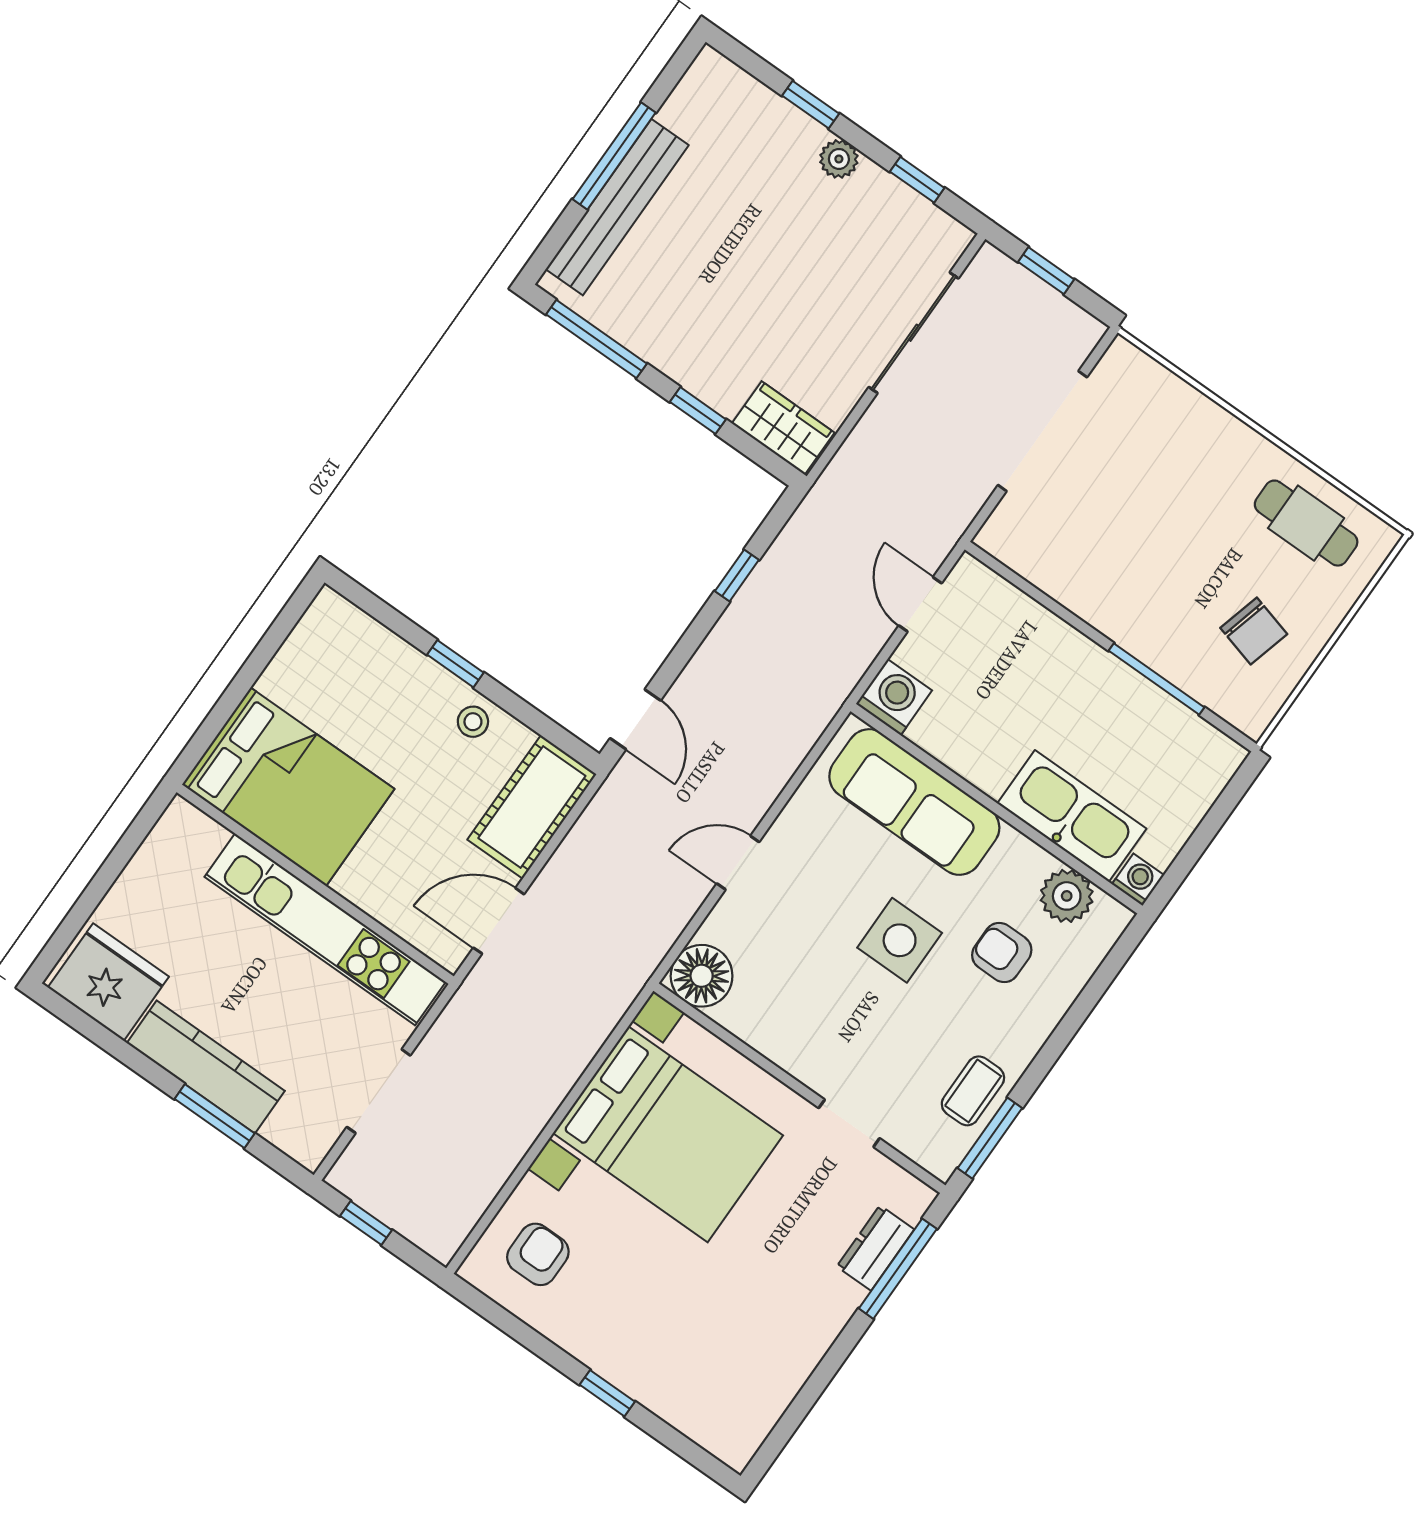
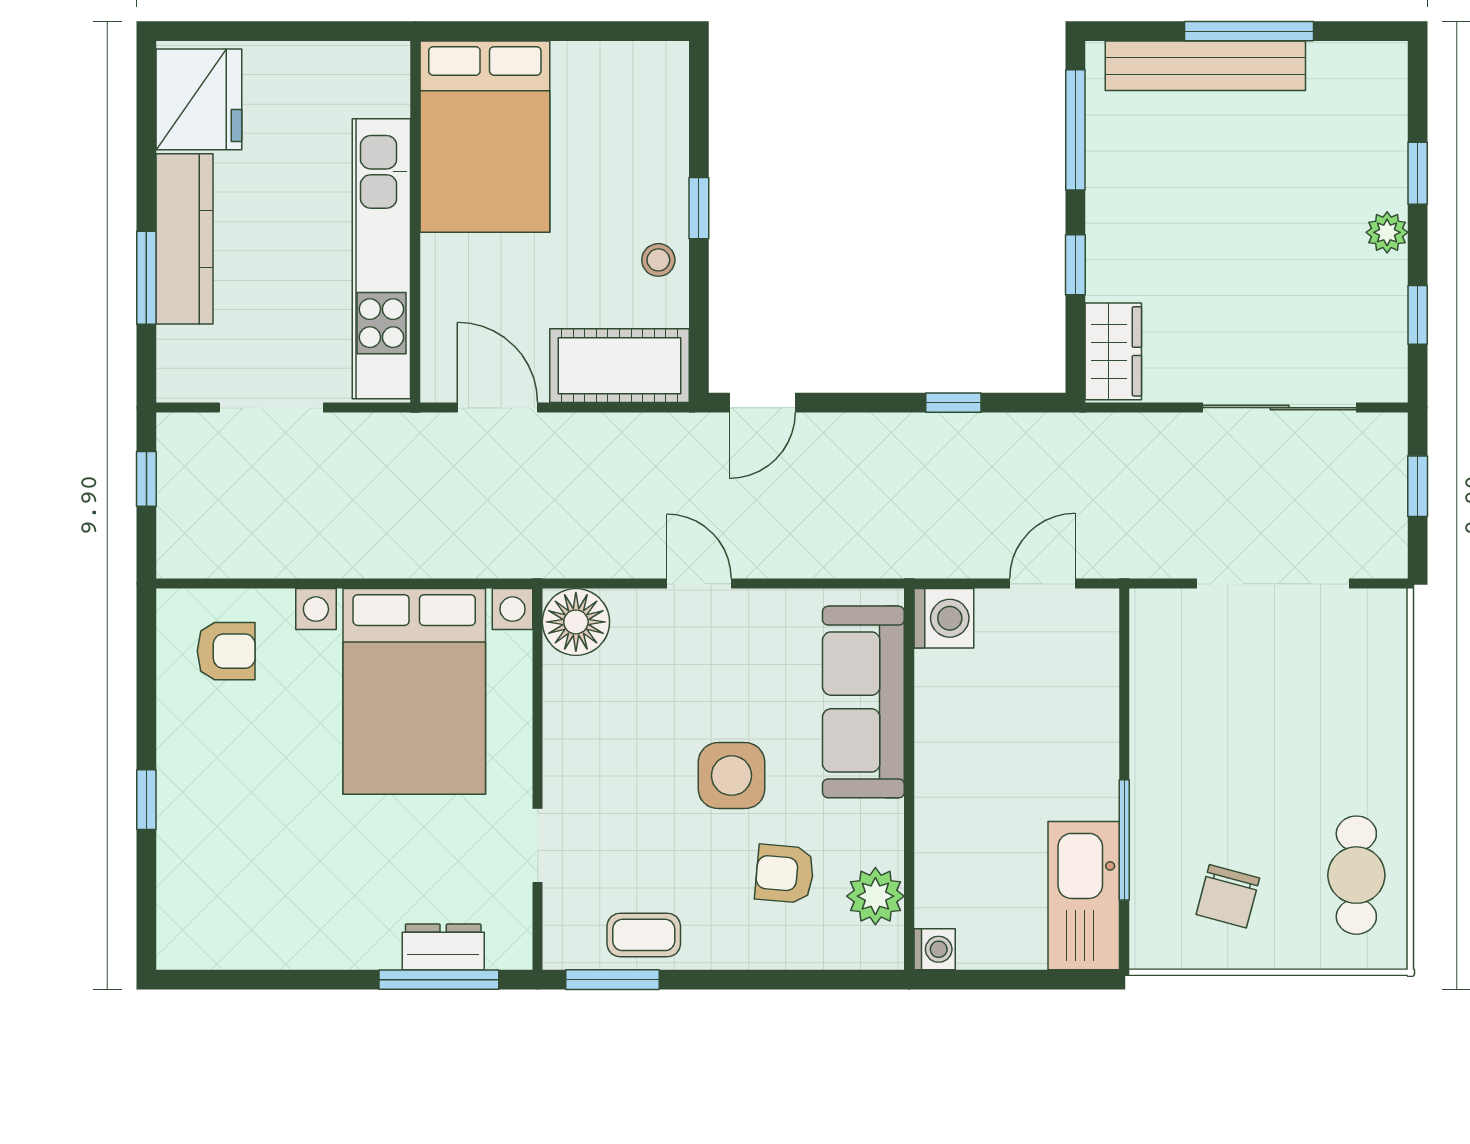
kitchen sink: (1072, 816) -> (1084, 896), moved, turned 180
armchair: (1002, 952) -> (785, 874), turned -85

